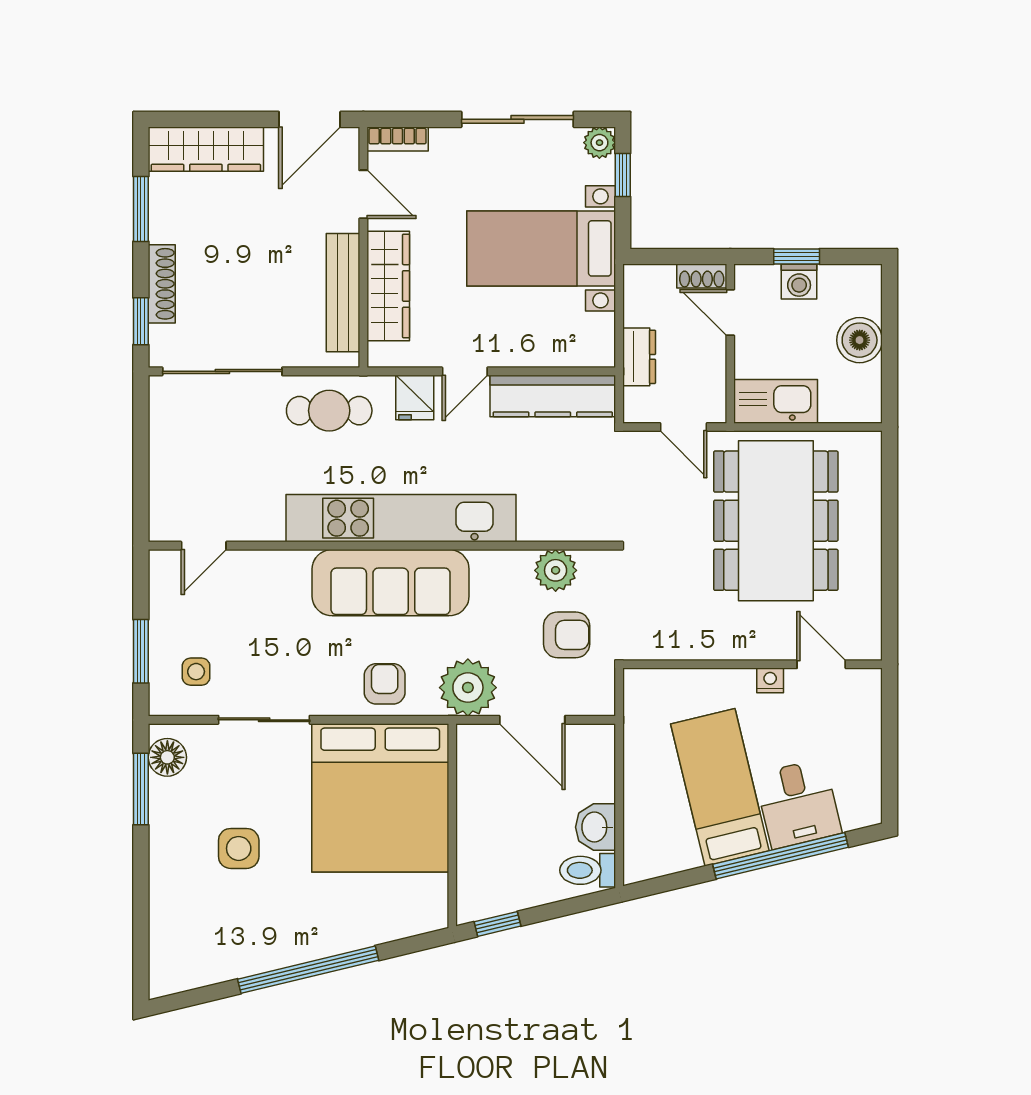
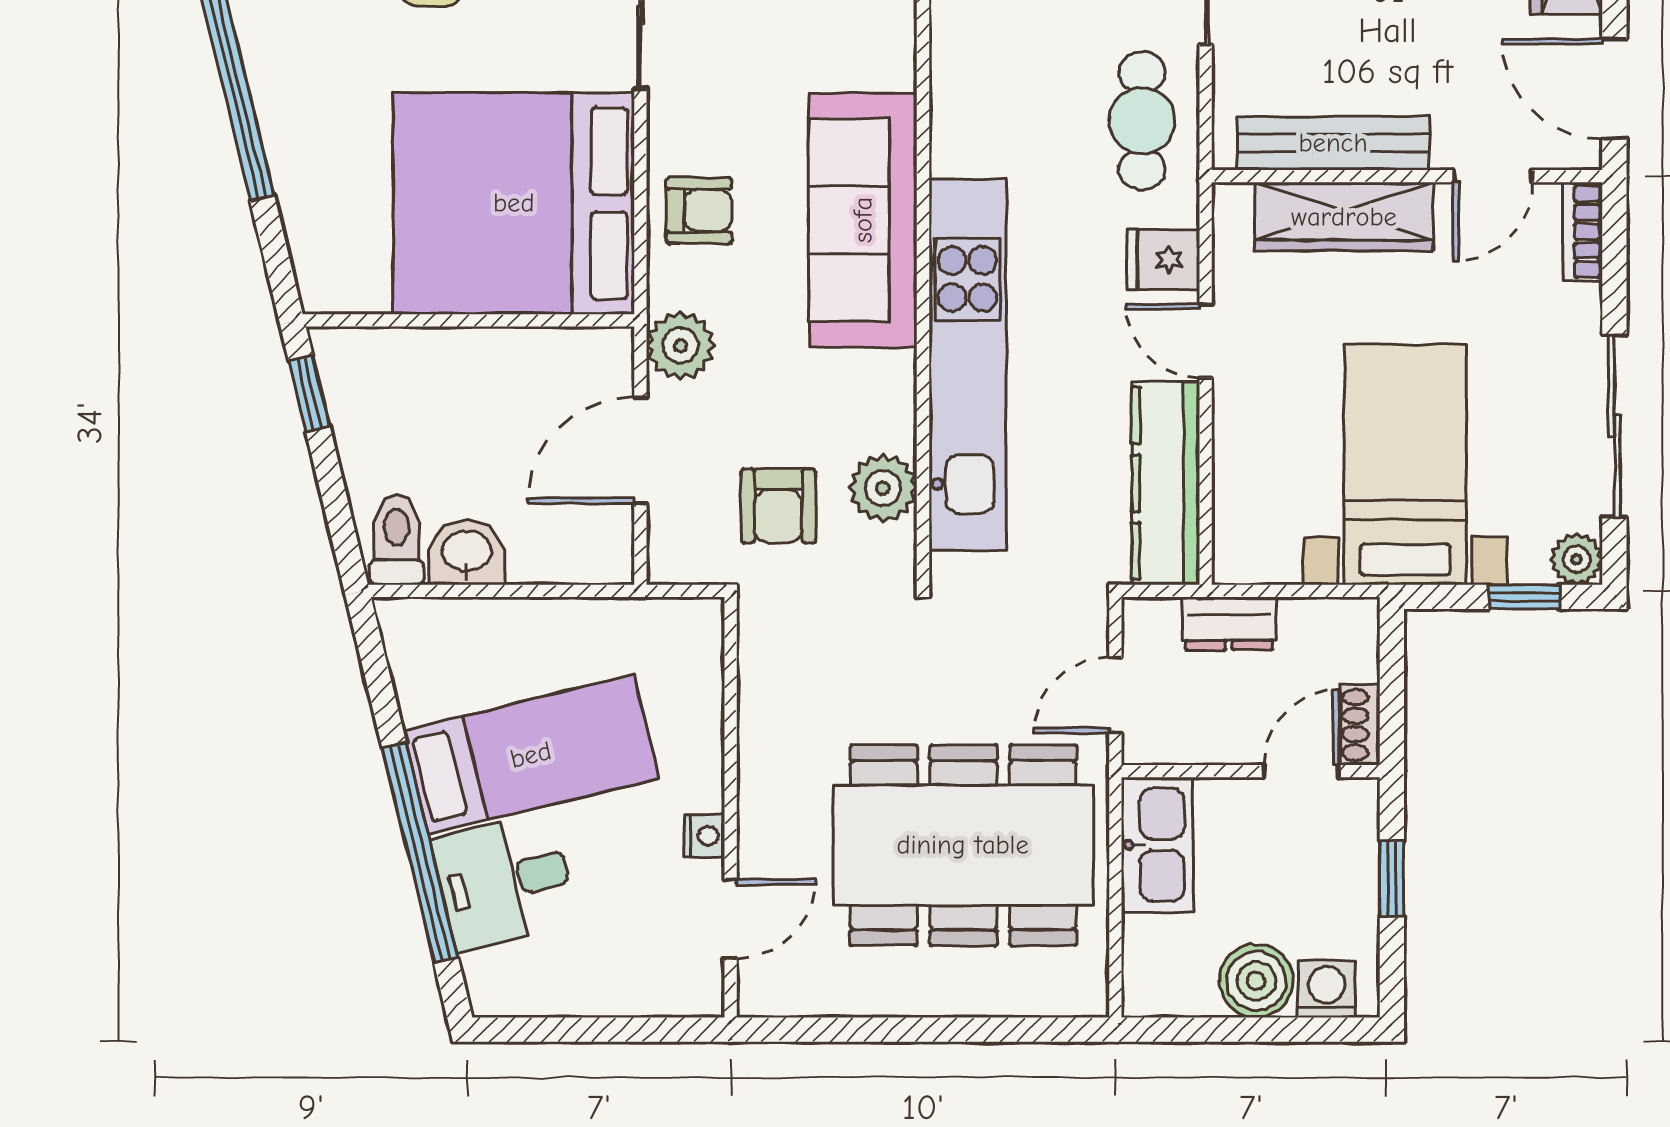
washing machine: (799, 282) -> (1327, 989), moved, turned 90
kitchen unit: (401, 518) -> (968, 365), moved
plant: (468, 688) -> (681, 346), width x0.73, depth x0.73

